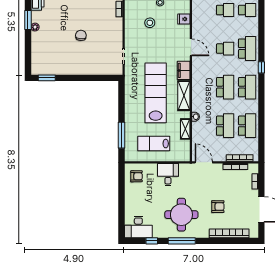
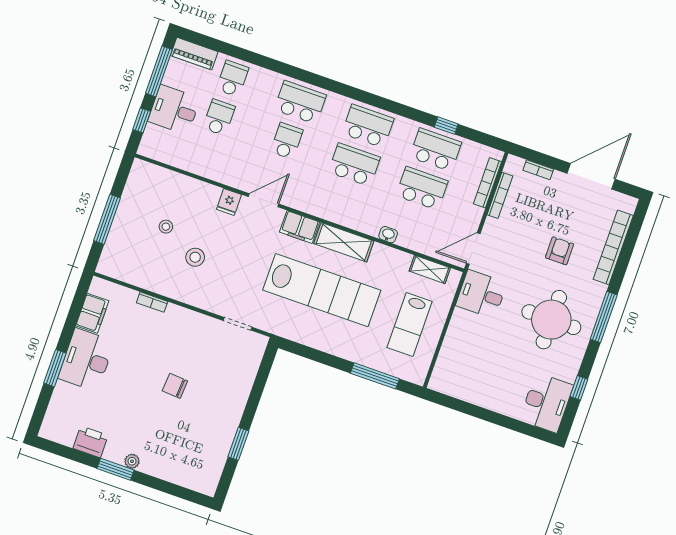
fridge: (184, 19) -> (229, 202), moved
window: (261, 67) -> (446, 126), moved
window: (47, 78) -> (238, 444), moved
lab bench: (156, 93) -> (322, 290), turned 180
shelving: (185, 129) -> (430, 269), moved
desk: (168, 175) -> (481, 294), moved
armchair: (136, 176) -> (456, 375), removed
window: (182, 241) -> (604, 317), moved

